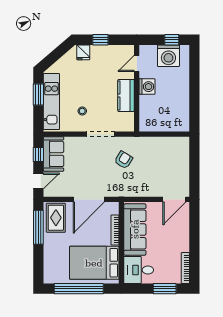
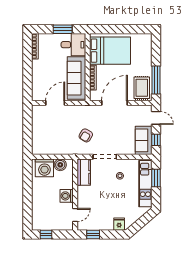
window: (100, 40) -> (93, 235), moved
washing machine: (168, 56) -> (44, 168), moved, turned 180
window: (38, 95) -> (156, 178), moved
kitchen counter: (126, 96) -> (84, 172), moved
boiler: (155, 124) -> (60, 165), added
door: (38, 181) -> (156, 118), swing flipped
door: (174, 199) -> (55, 103), moved
window: (79, 289) -> (123, 29), removed
window: (165, 289) -> (63, 29), moved

